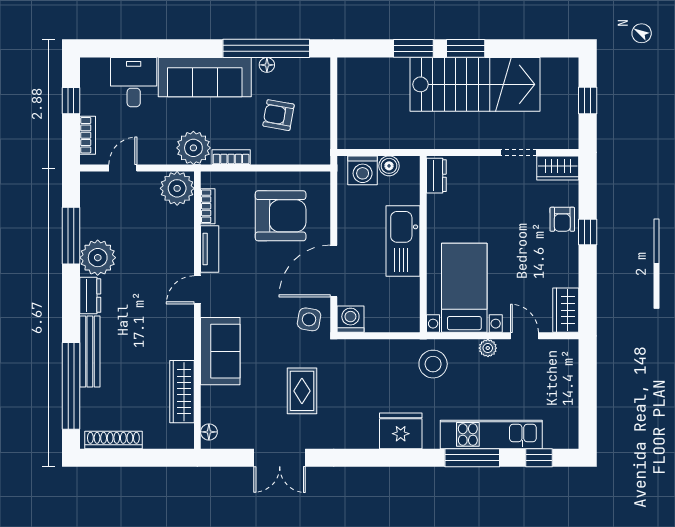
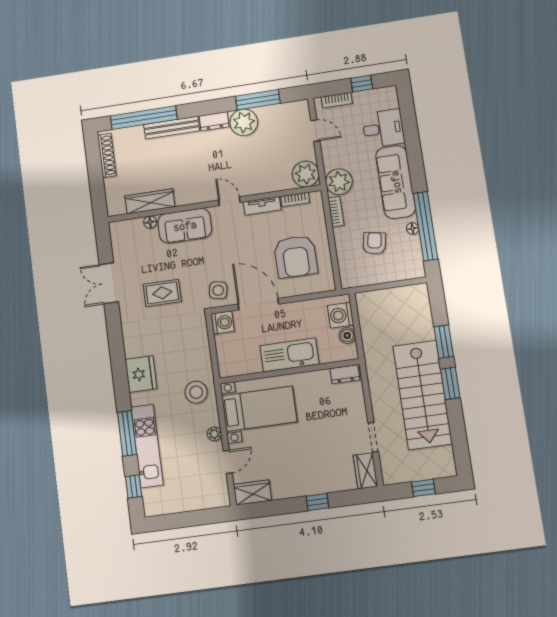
armchair: (562, 219) -> (325, 480), removed
floor lamp: (209, 432) -> (150, 222), moved

